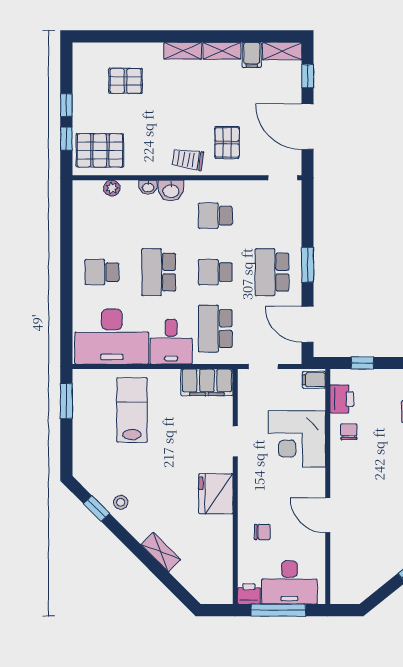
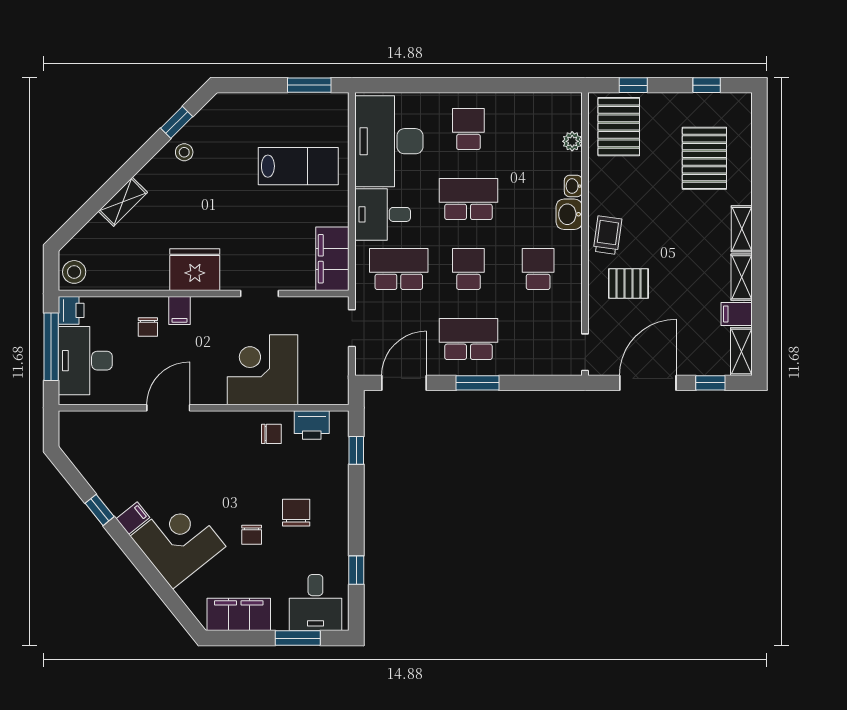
pallet: (126, 81) -> (704, 158), width x1.50, depth x1.42
window: (66, 105) -> (707, 85), moved
filing cabinet: (314, 380) -> (179, 311), moved, turned 180
stool: (218, 592) -> (74, 272), added

